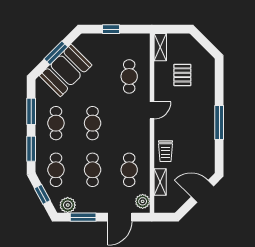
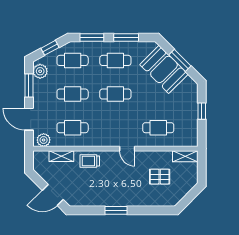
window: (219, 123) -> (116, 210), width x0.69
door: (202, 191) -> (53, 195), swing flipped

